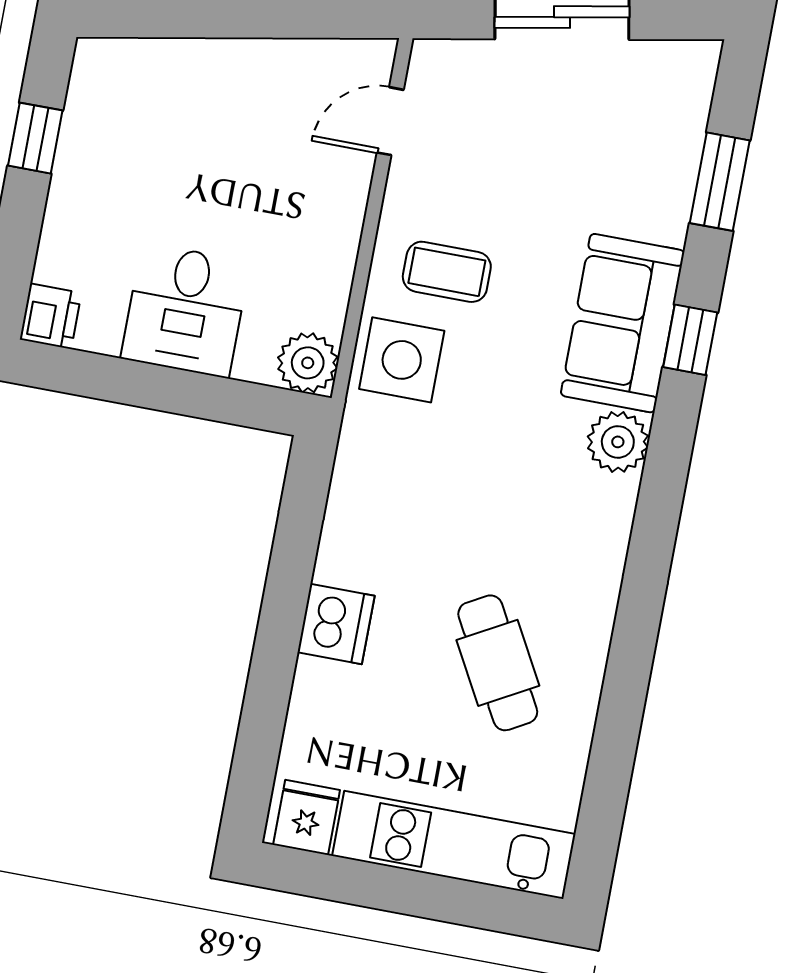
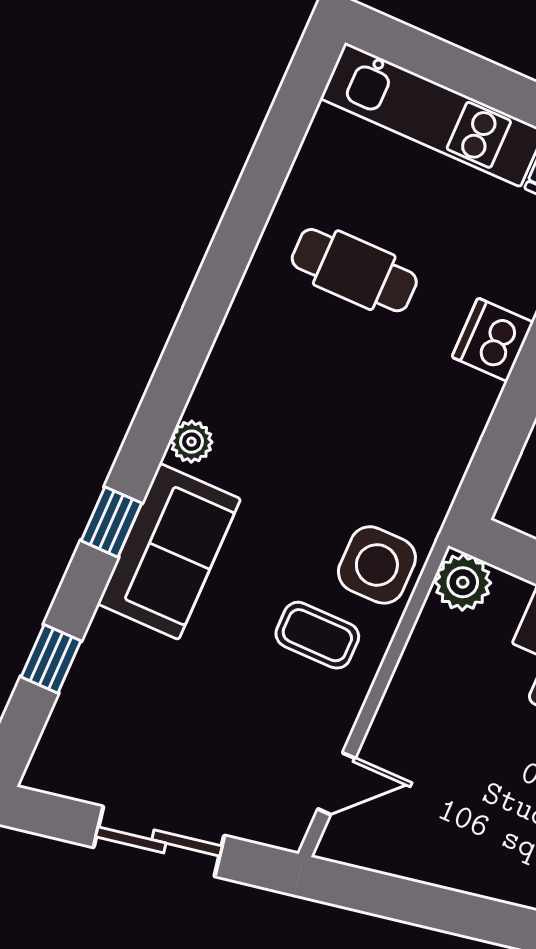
window: (720, 182) -> (51, 659), width x0.67
plant: (618, 442) -> (191, 442), width x0.73, depth x0.73
cafe table: (498, 663) -> (354, 270), turned -61

